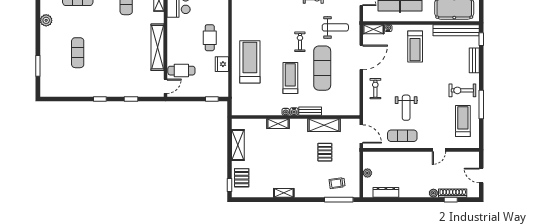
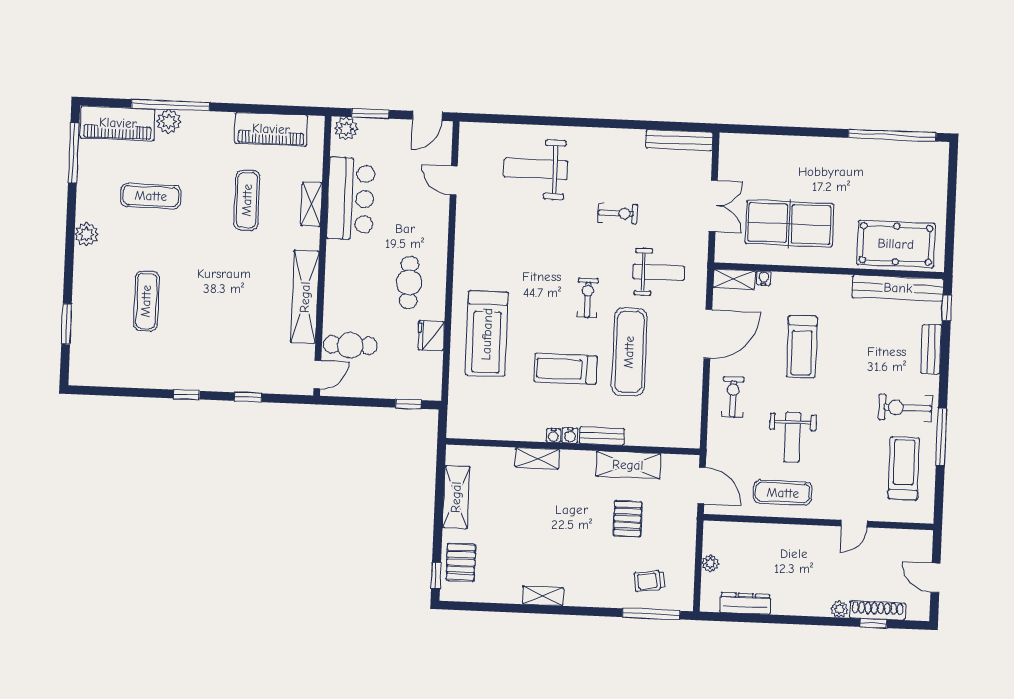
treadmill: (415, 46) -> (802, 347), moved
treadmill: (250, 62) -> (487, 334), turned 180
treadmill: (290, 78) -> (565, 369), turned -90

